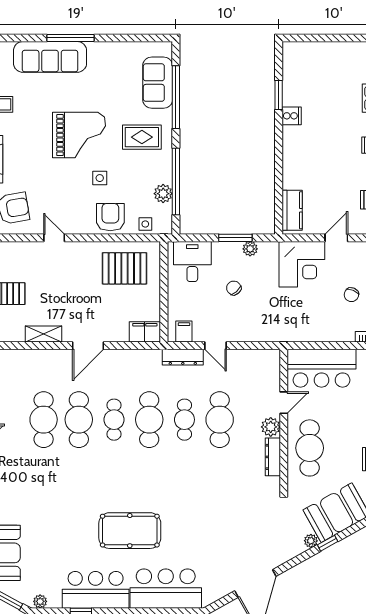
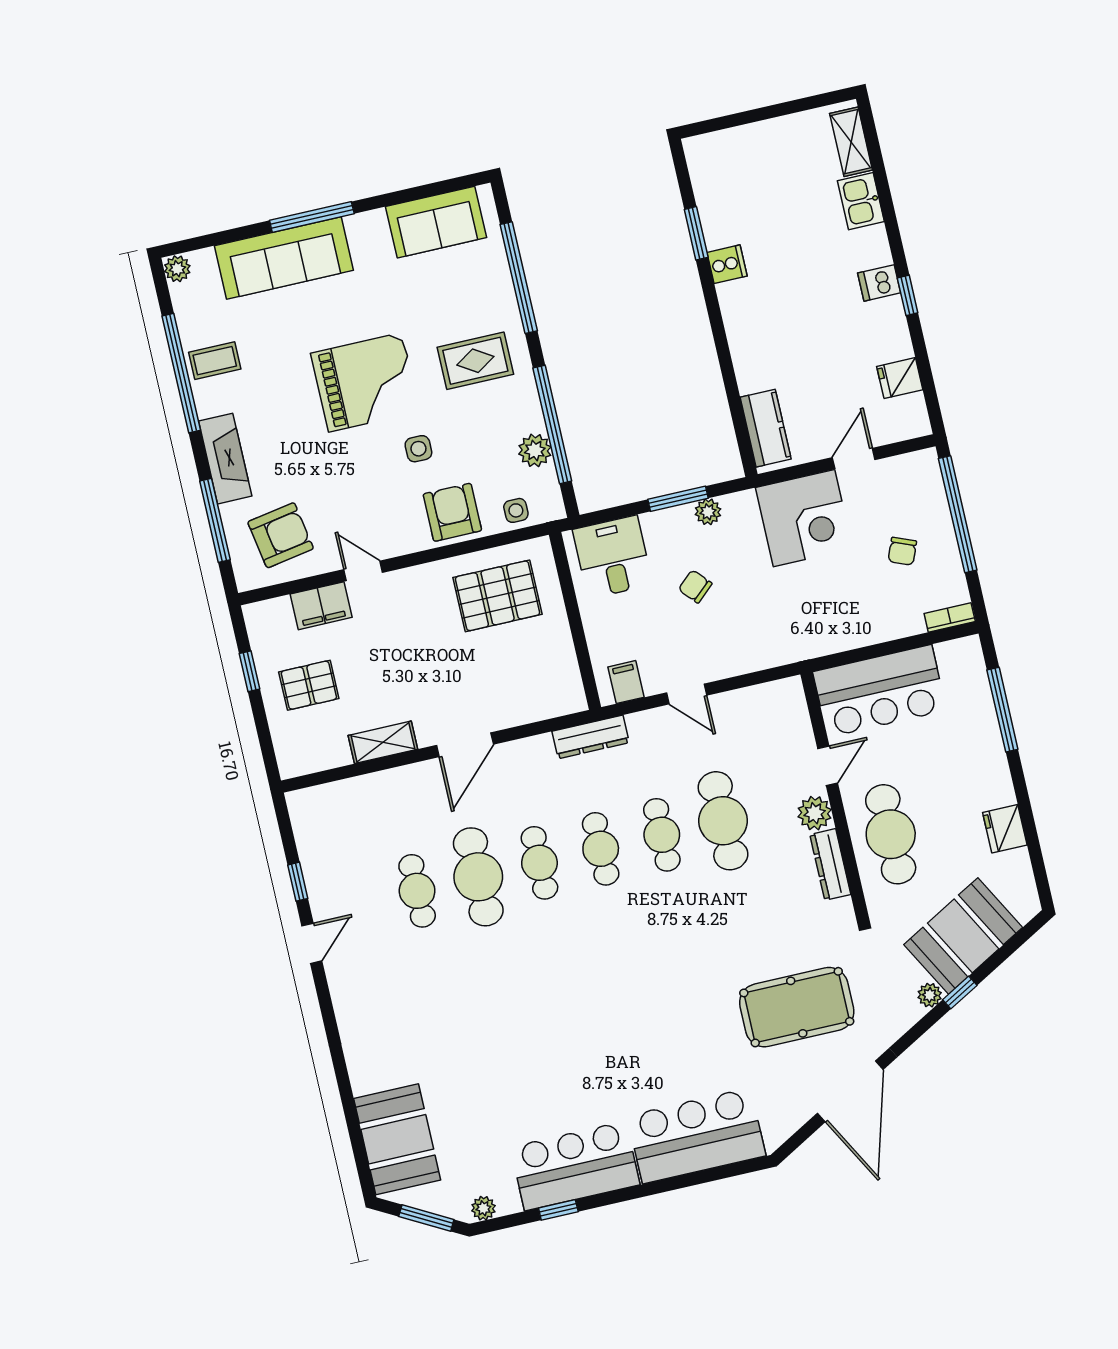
sofa: (158, 83) -> (436, 222), moved, turned -90
filing cabinet: (145, 332) -> (321, 606), moved, turned 180
dresser: (183, 357) -> (591, 737), moved
cafe table: (44, 420) -> (417, 891), width x0.73, depth x0.74
cafe table: (149, 420) -> (601, 849), width x0.73, depth x0.74
pool table: (130, 531) -> (797, 1007), moved

